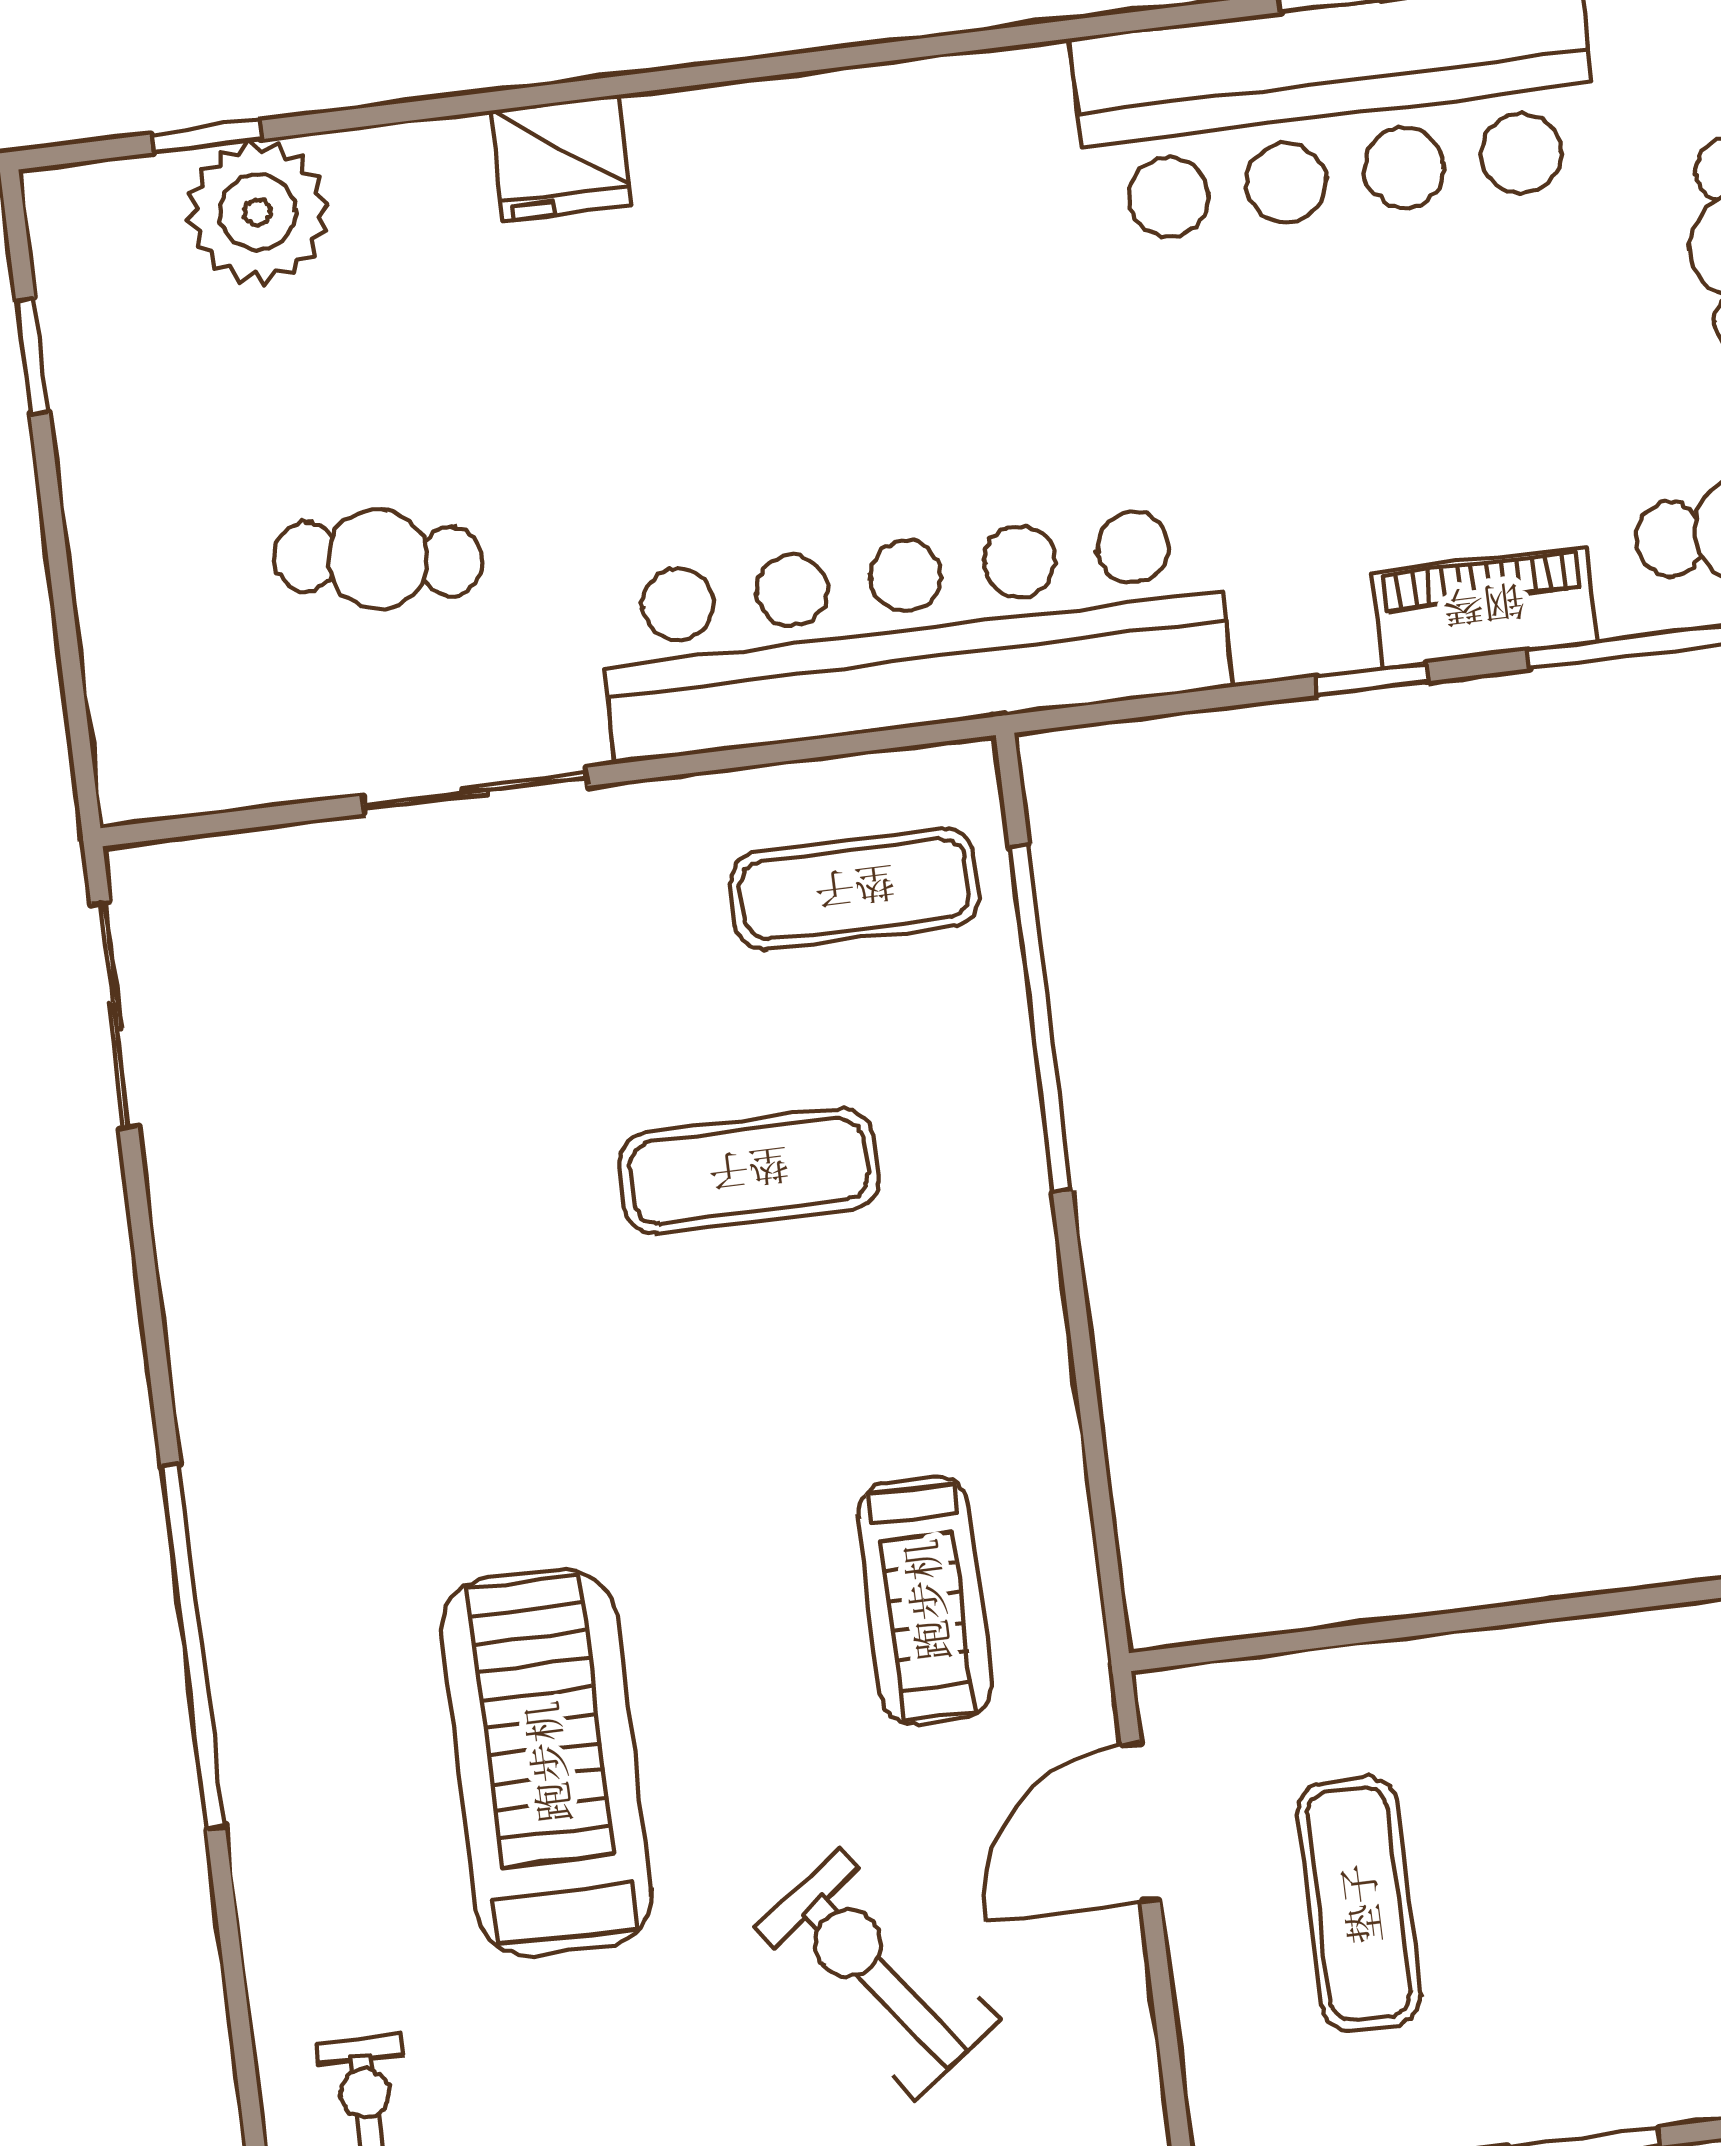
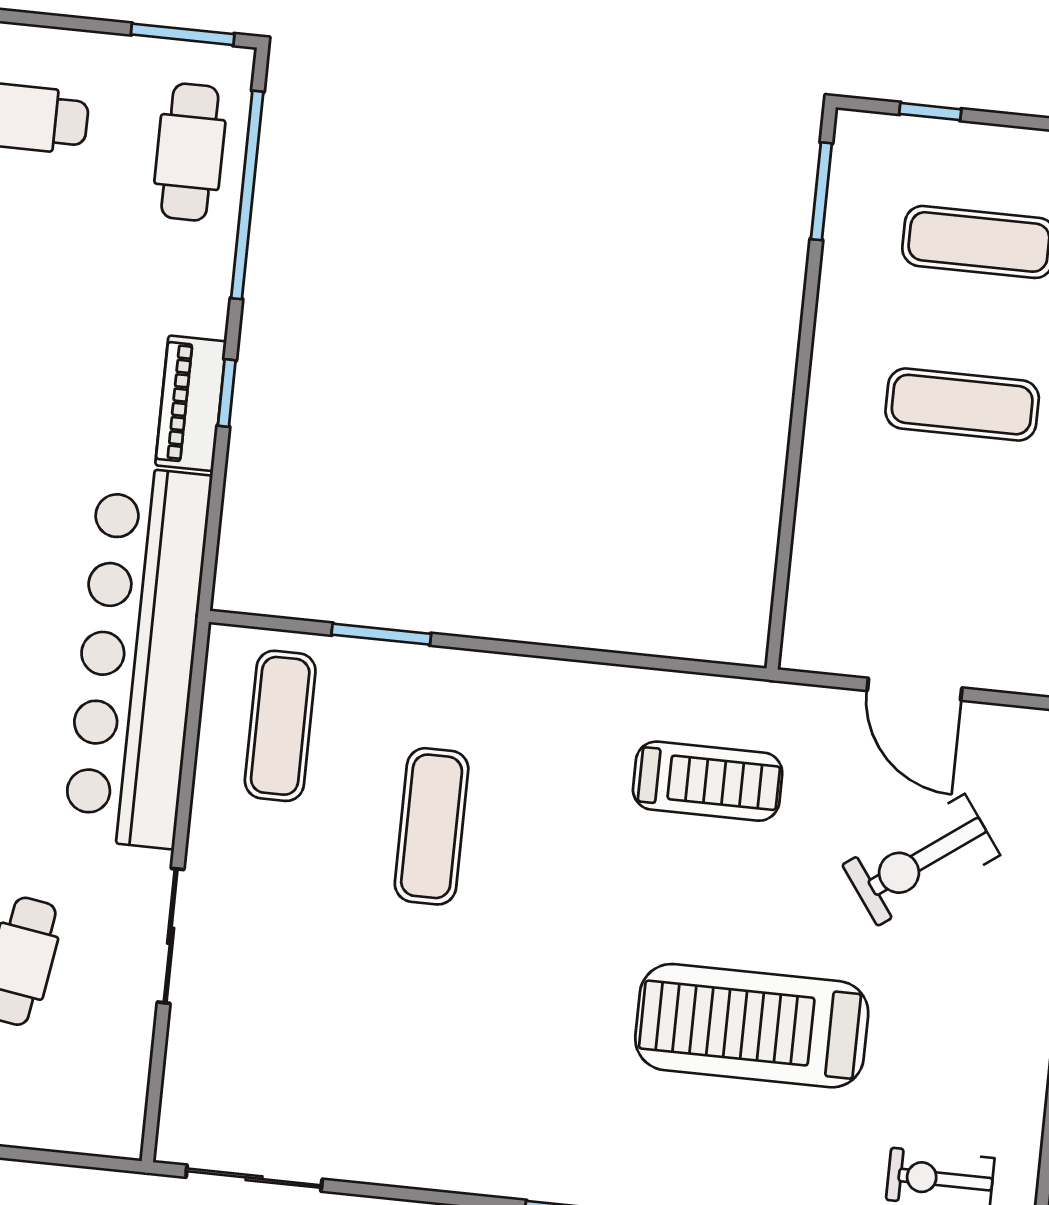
piano: (1484, 607) -> (191, 403), moved
window: (1040, 1018) -> (381, 634), width x0.47
door: (1141, 1823) -> (915, 689), moved
exercise mat: (1359, 1904) -> (962, 405), moved

